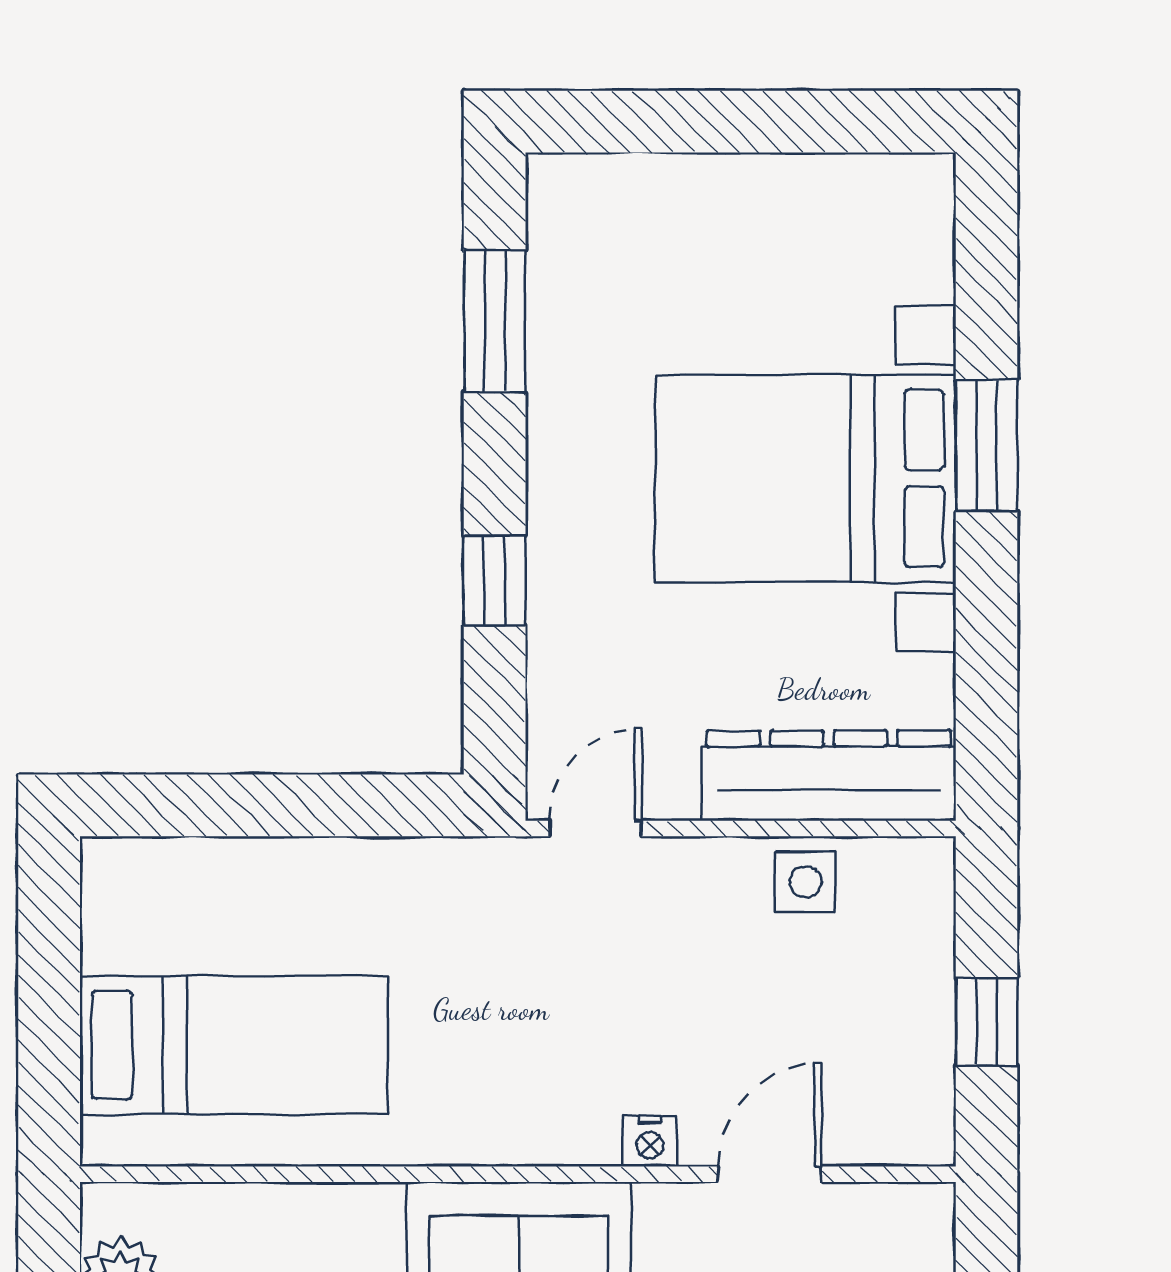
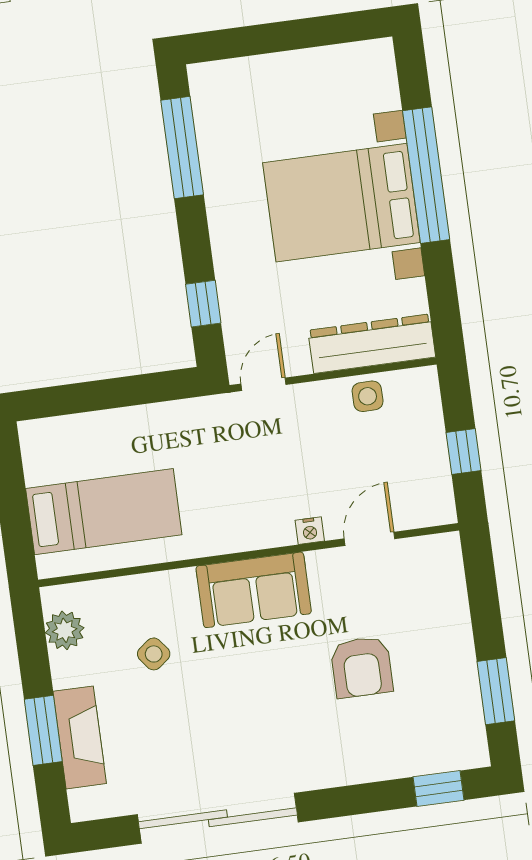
window: (495, 321) -> (182, 147), width x1.44
window: (986, 445) -> (426, 175), width x2.11
window: (495, 580) -> (203, 304), moved

